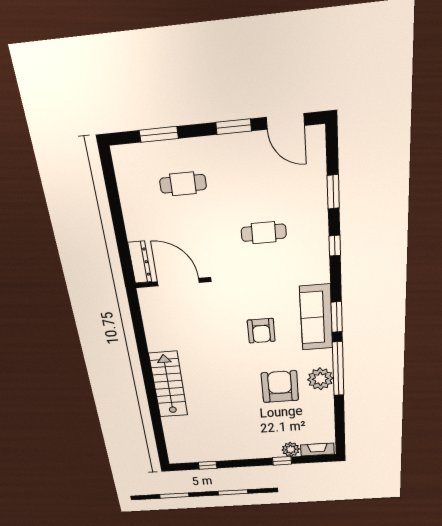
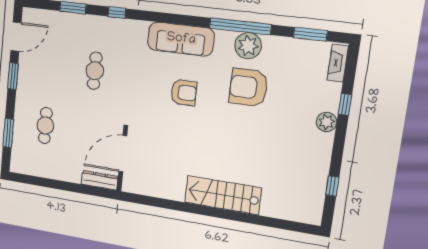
window: (337, 317) -> (310, 34), moved
plant: (291, 449) -> (327, 122), moved

